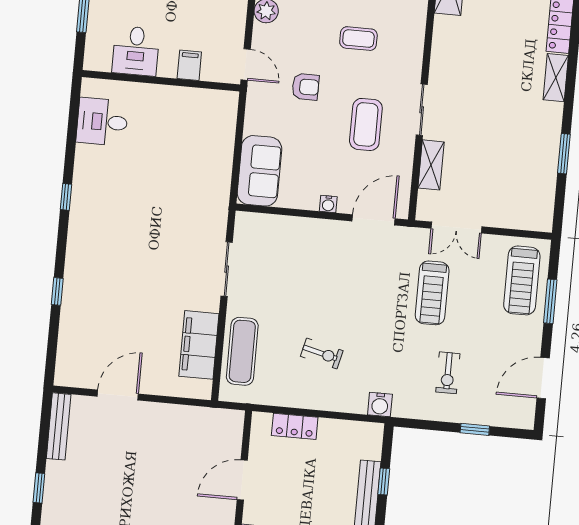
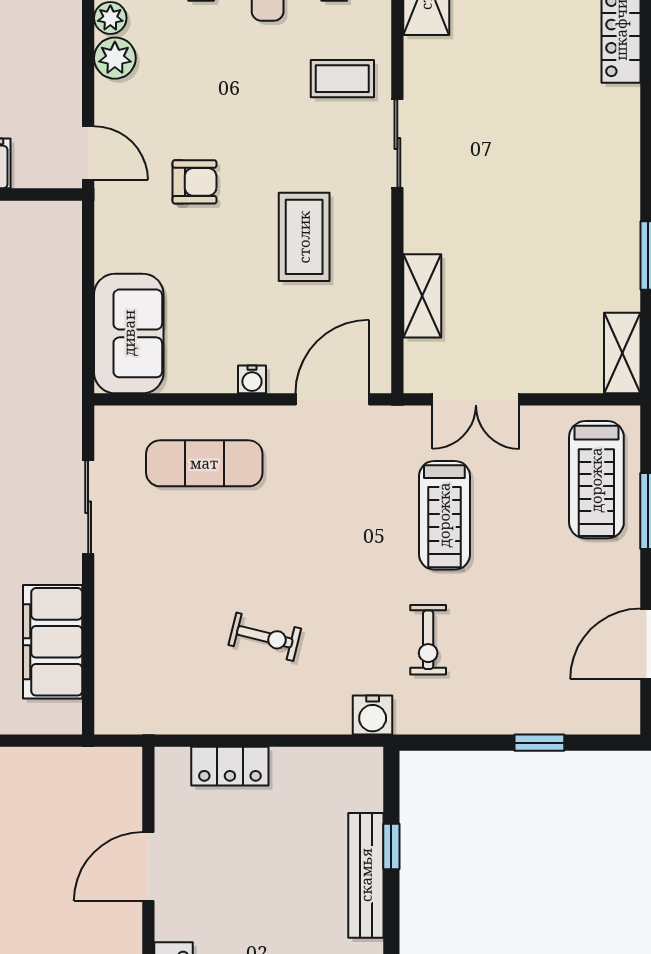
coffee table: (358, 39) -> (342, 79), moved
shelving: (556, 78) -> (622, 353), moved
sliding door: (422, 110) -> (397, 143), moved
exercise mat: (242, 351) -> (204, 463), moved, turned 90
exercise bike: (448, 373) -> (428, 640), moved

